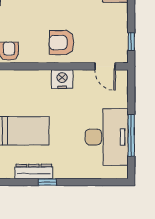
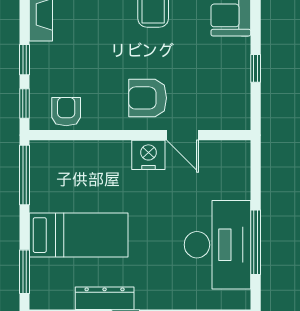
window: (131, 41) -> (256, 68), moved
door: (105, 66) -> (183, 135), moved

